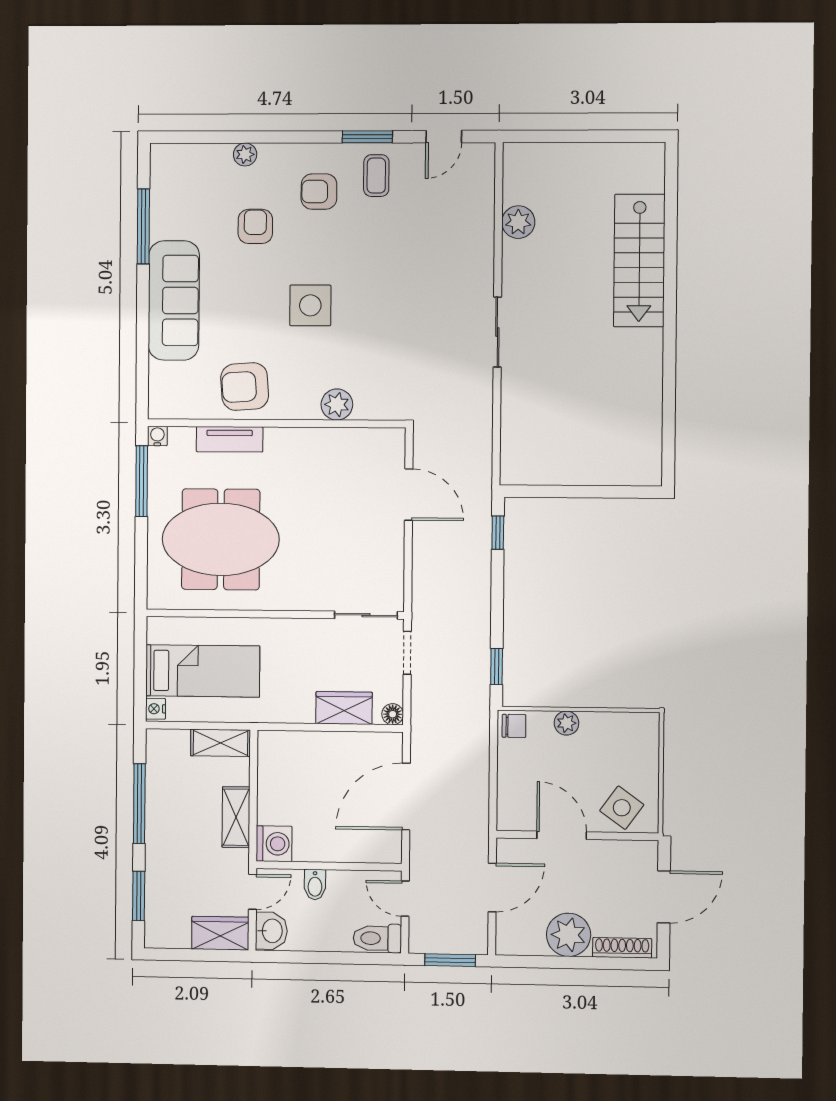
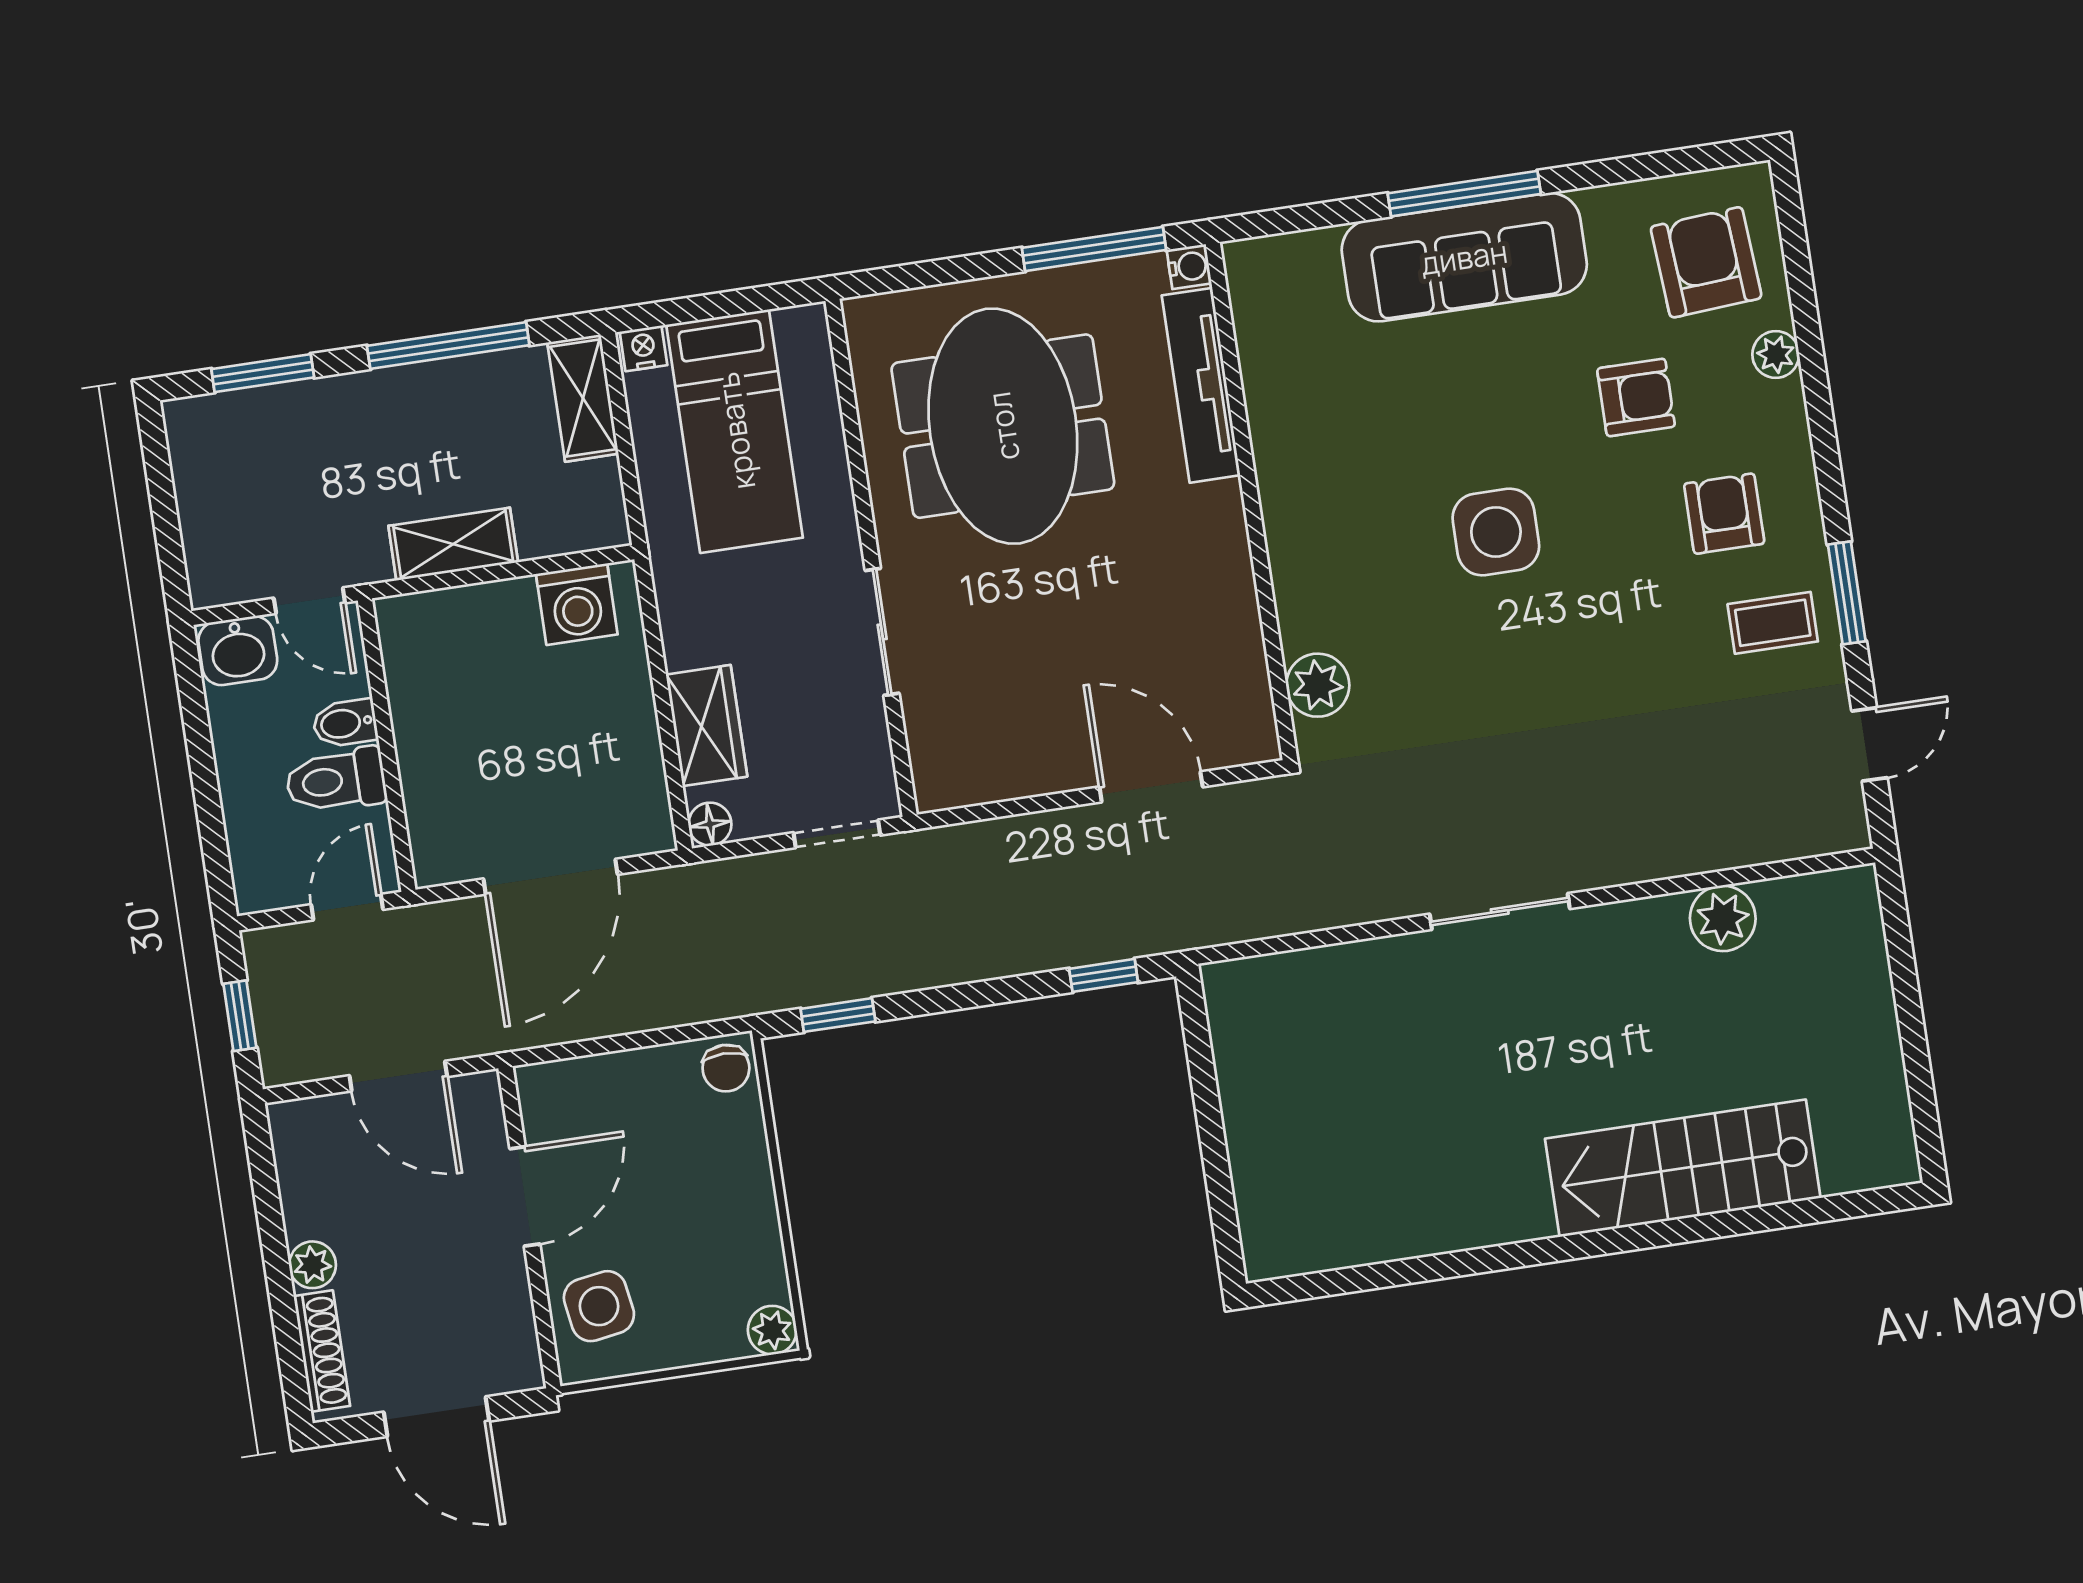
door: (444, 137) -> (1869, 744), swing flipped
window: (143, 226) -> (1464, 194), moved
armchair: (245, 387) -> (1706, 262), moved
plant: (337, 405) -> (1318, 685), moved
tv unit: (230, 439) -> (1201, 385), width x1.41
door: (409, 495) -> (1151, 787), swing flipped
sliding door: (366, 615) -> (882, 632), moved
plant: (566, 723) -> (772, 1330), moved
shelving: (221, 743) -> (583, 398), moved
door: (406, 797) -> (550, 877), swing flipped
side table: (622, 808) -> (599, 1306), turned 45
washing machine: (274, 844) -> (577, 604), moved
wardrobe: (220, 933) -> (216, 549), removed
plant: (569, 935) -> (312, 1265), width x0.53, depth x0.53
toilet: (377, 938) -> (336, 780), moved, turned -90
window: (450, 960) -> (240, 1016), width x0.67

